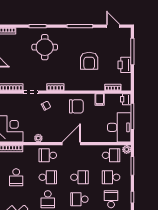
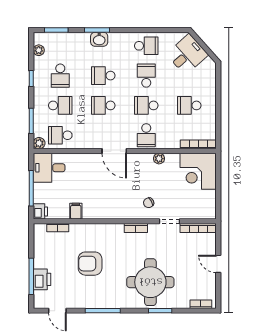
round table: (45, 47) -> (150, 282), width x1.36, depth x1.36
armchair: (89, 61) -> (90, 264), turned -90
printer: (125, 65) -> (42, 279), moved
chair: (76, 106) -> (107, 202), removed
desk: (119, 127) -> (49, 168), width x0.73
door: (71, 144) -> (114, 151), hinge flipped
school desk: (48, 155) -> (146, 135), turned 90
school desk: (16, 177) -> (189, 105), turned -90
school desk: (79, 199) -> (103, 76), turned 180

